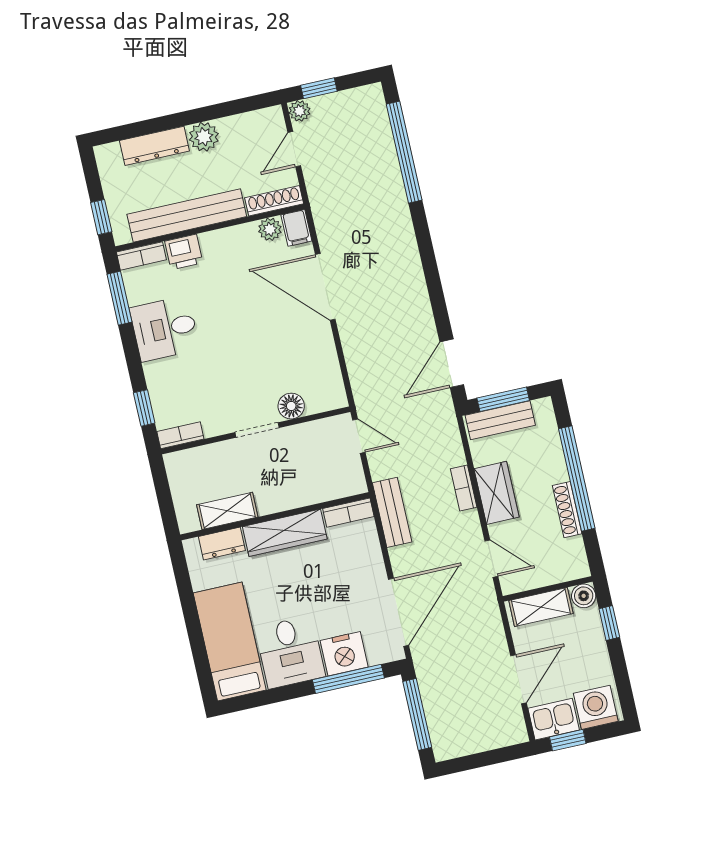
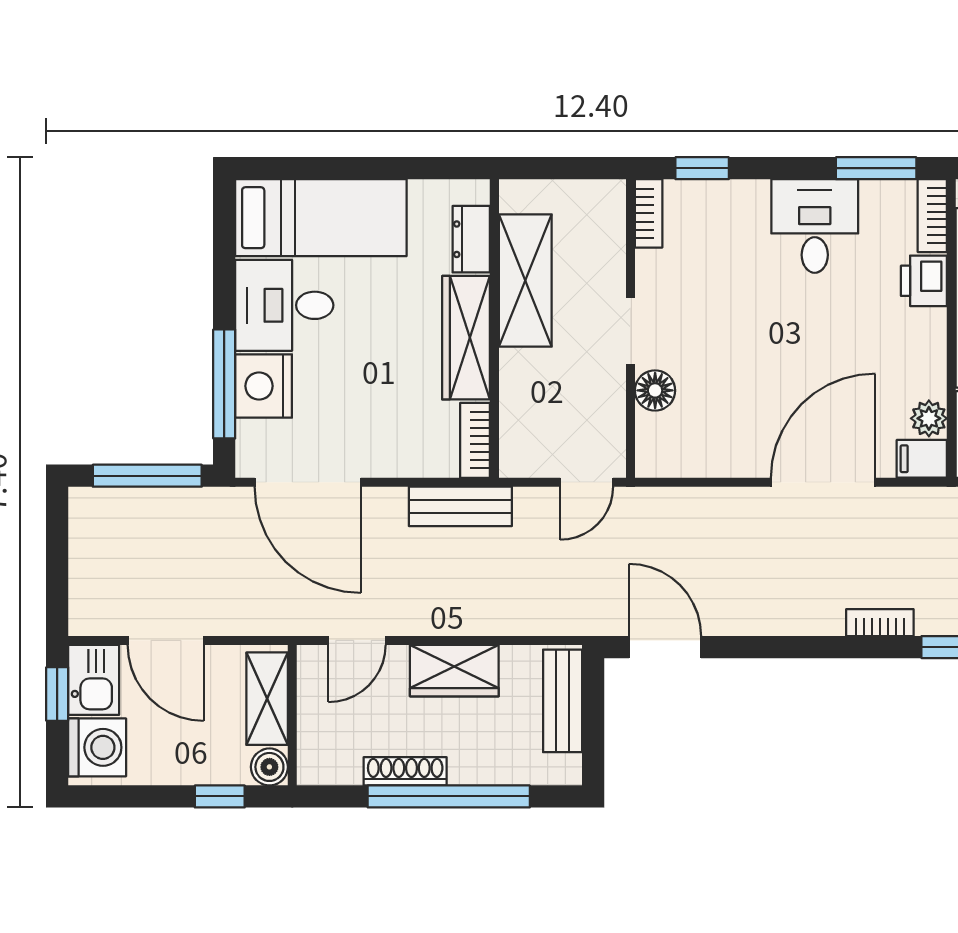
window: (503, 399) -> (593, 712), removed
bookcase: (464, 488) -> (880, 623), moved
shelving: (227, 511) -> (525, 280), width x1.50, depth x1.33

